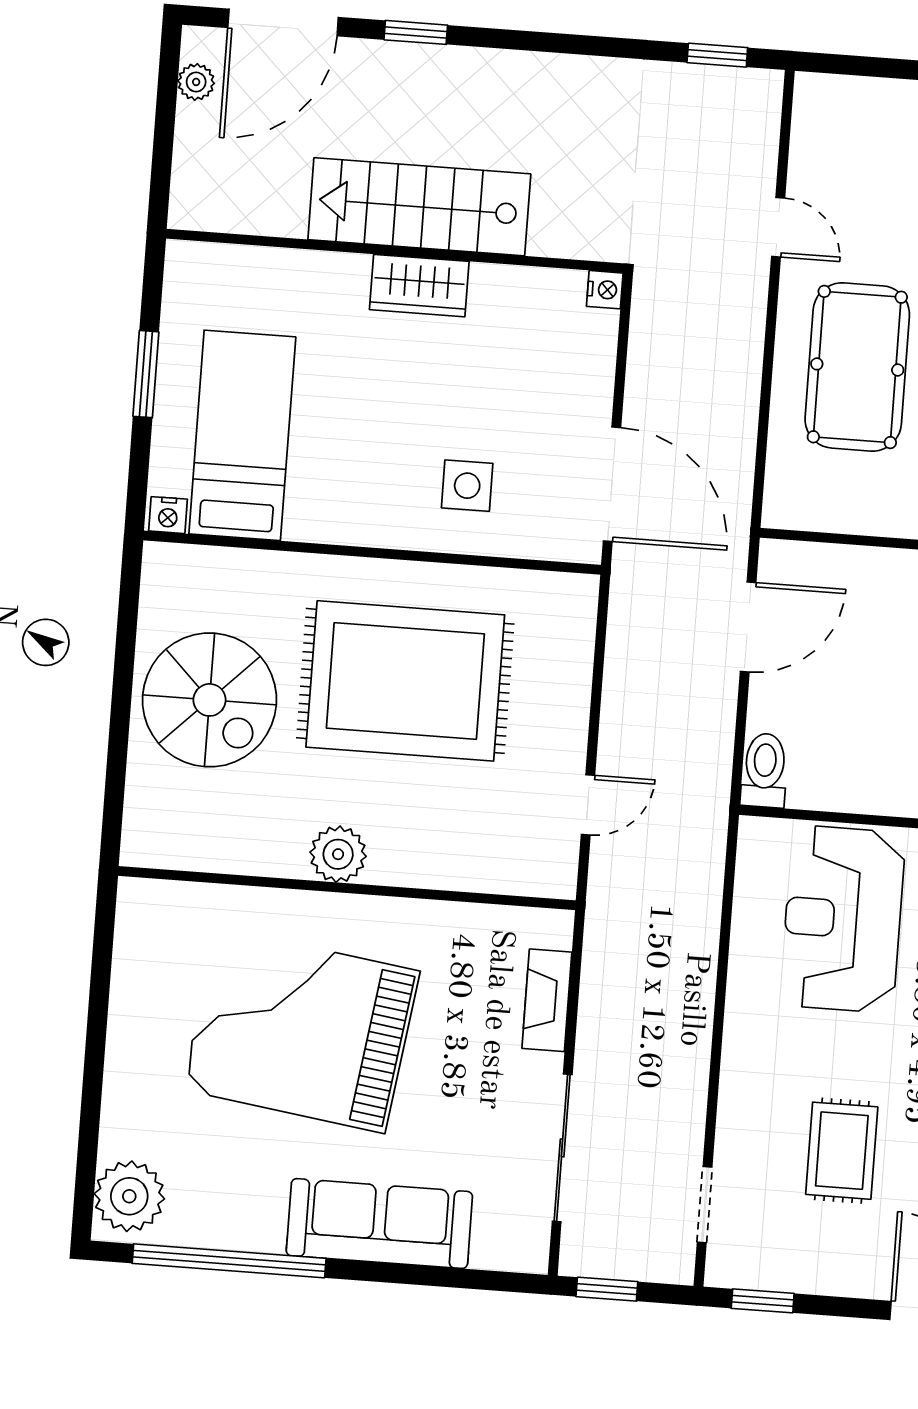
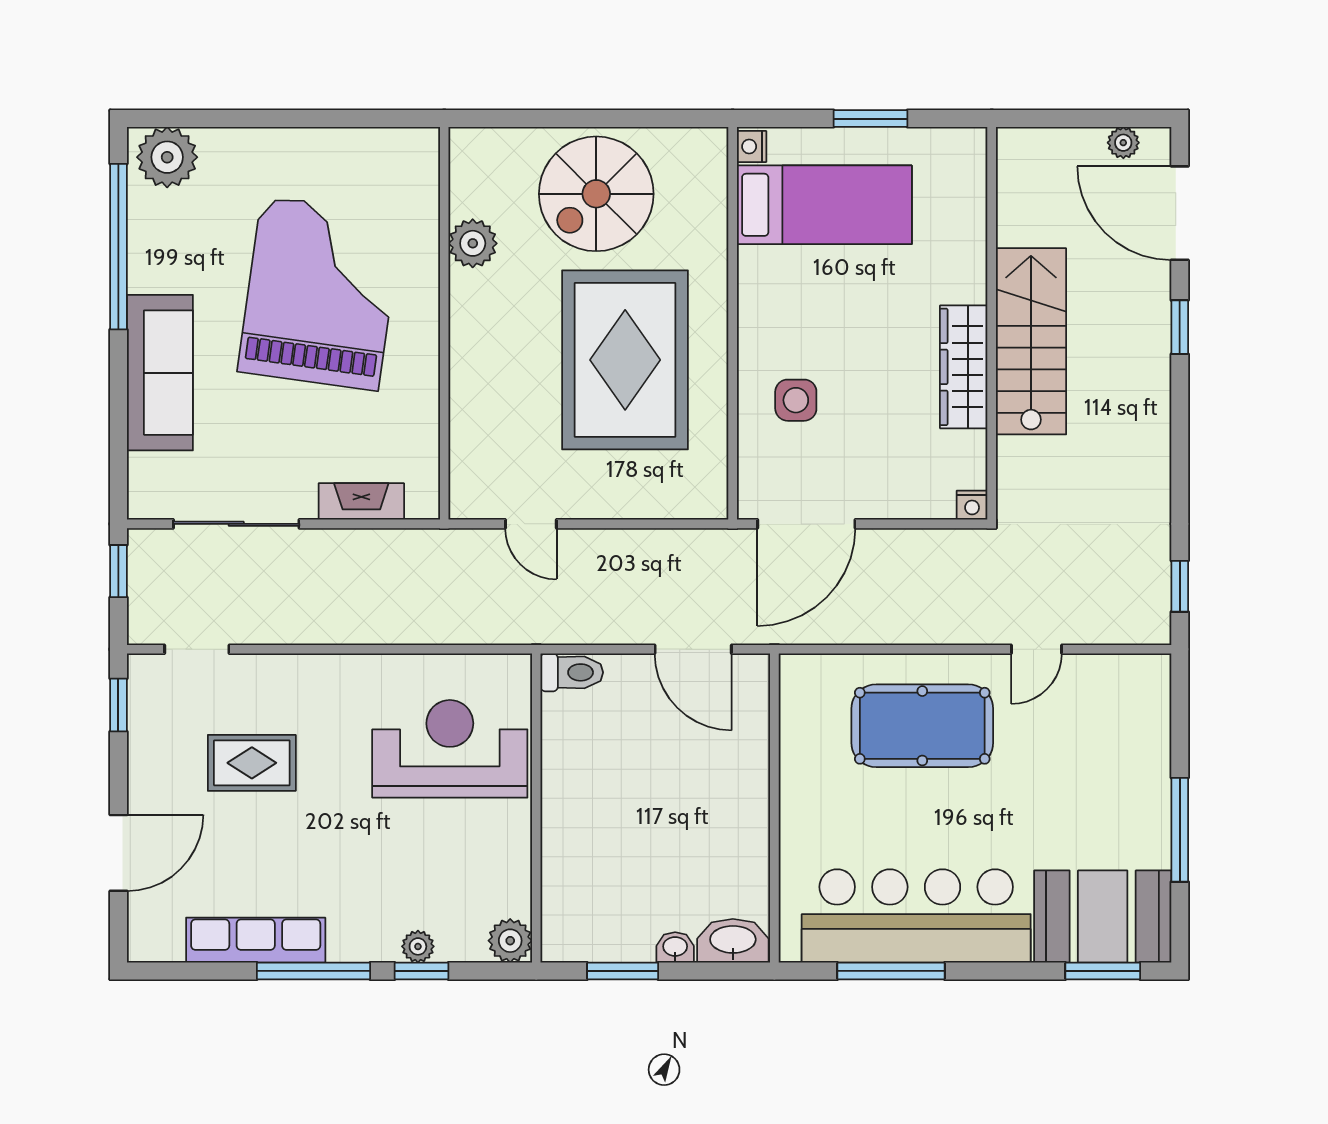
wardrobe: (419, 286) -> (964, 367), width x1.50
plant: (338, 854) -> (473, 243), moved

